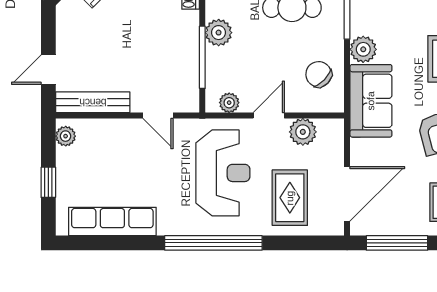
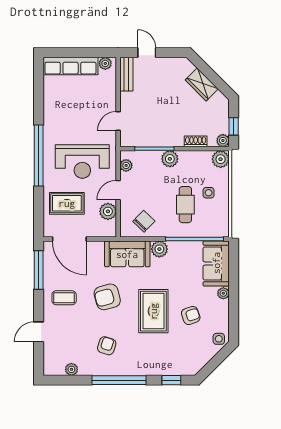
bench: (93, 102) -> (126, 74), width x0.73
door: (269, 115) -> (118, 190), swing flipped
window: (48, 182) -> (76, 53), removed
row of seats: (112, 221) -> (71, 66), moved, turned 90

